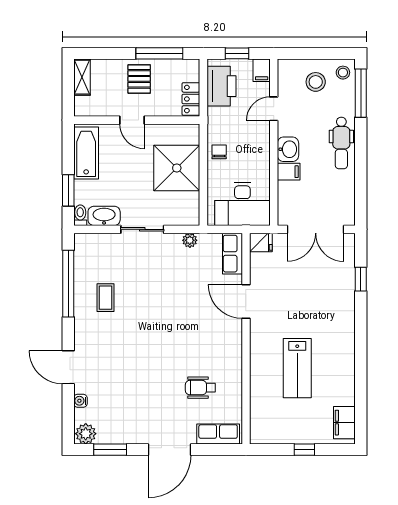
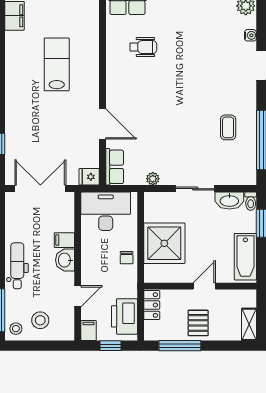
door: (132, 120) -> (204, 286), hinge flipped

